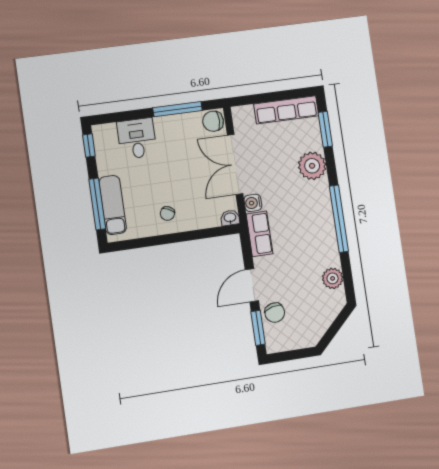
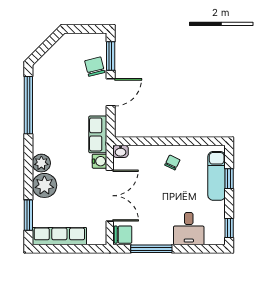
window: (97, 204) -> (229, 179), width x0.46
window: (339, 219) -> (28, 105), moved
plant: (333, 278) -> (41, 163), moved

